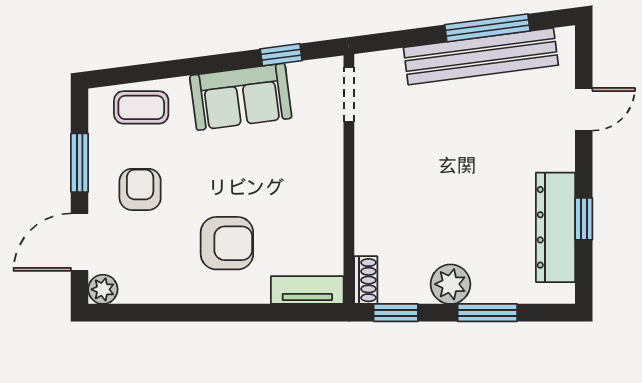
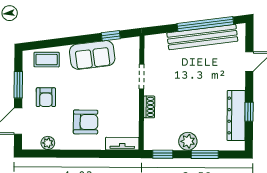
window: (487, 28) -> (205, 24), width x1.46
doorway: (349, 95) -> (142, 77), moved
armchair: (140, 189) -> (46, 97), turned 180
shoe rack: (366, 280) -> (149, 107), moved
plant: (103, 289) -> (48, 143), moved

